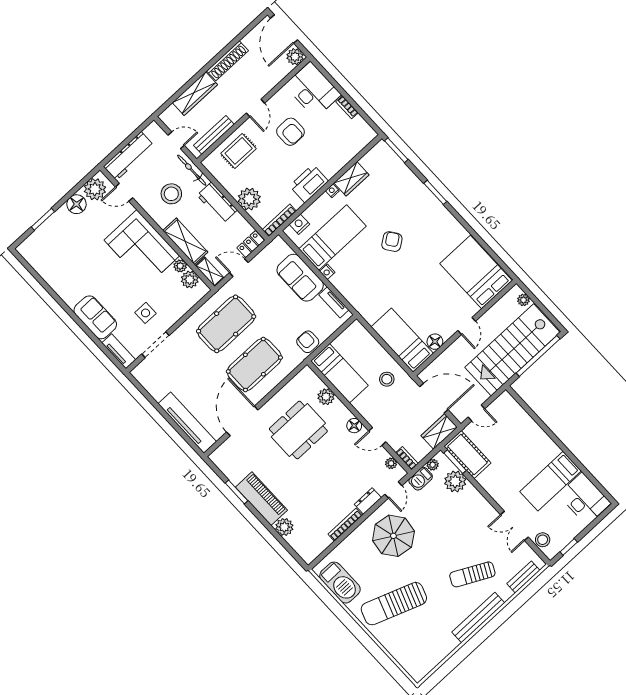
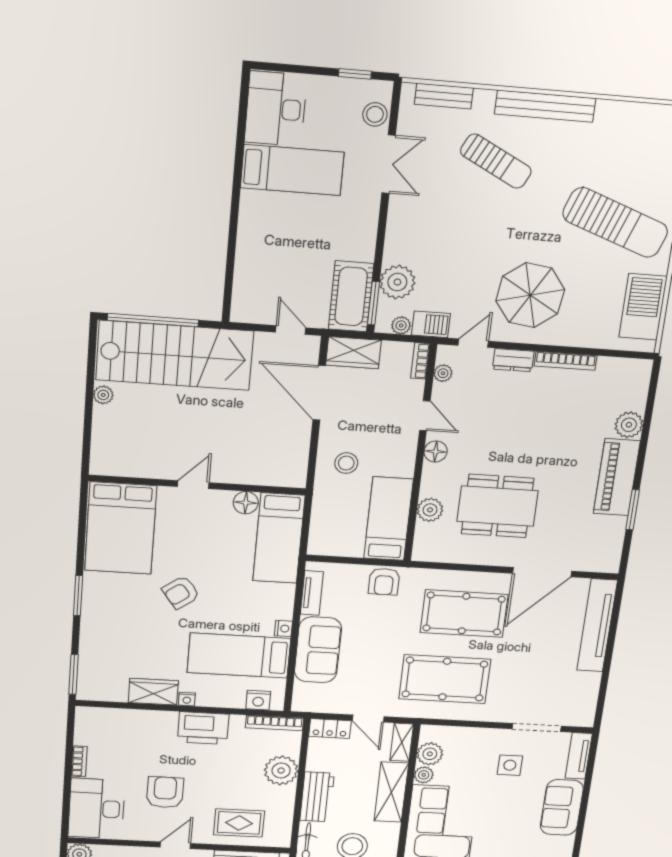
bed: (476, 272) -> (121, 528), moved
door: (467, 326) -> (193, 485), moved
wall: (465, 328) -> (197, 485), moved
bed: (402, 340) -> (279, 538), moved
floor lamp: (435, 342) -> (246, 503), moved

